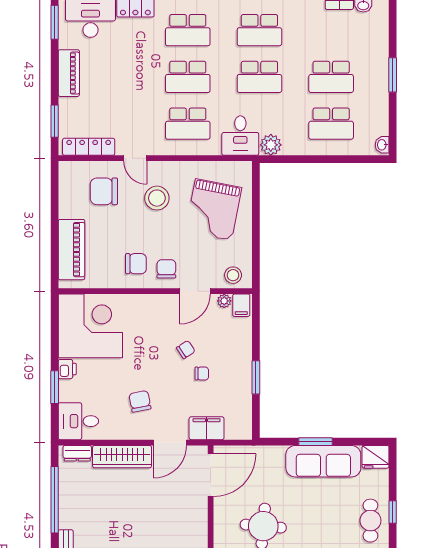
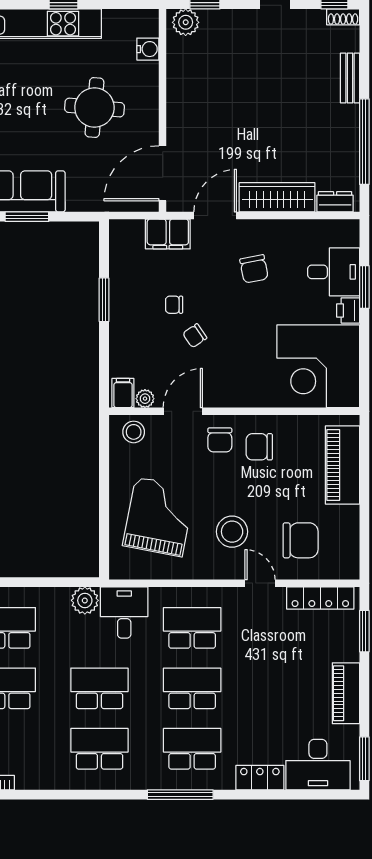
desk: (78, 421) -> (334, 272), moved

